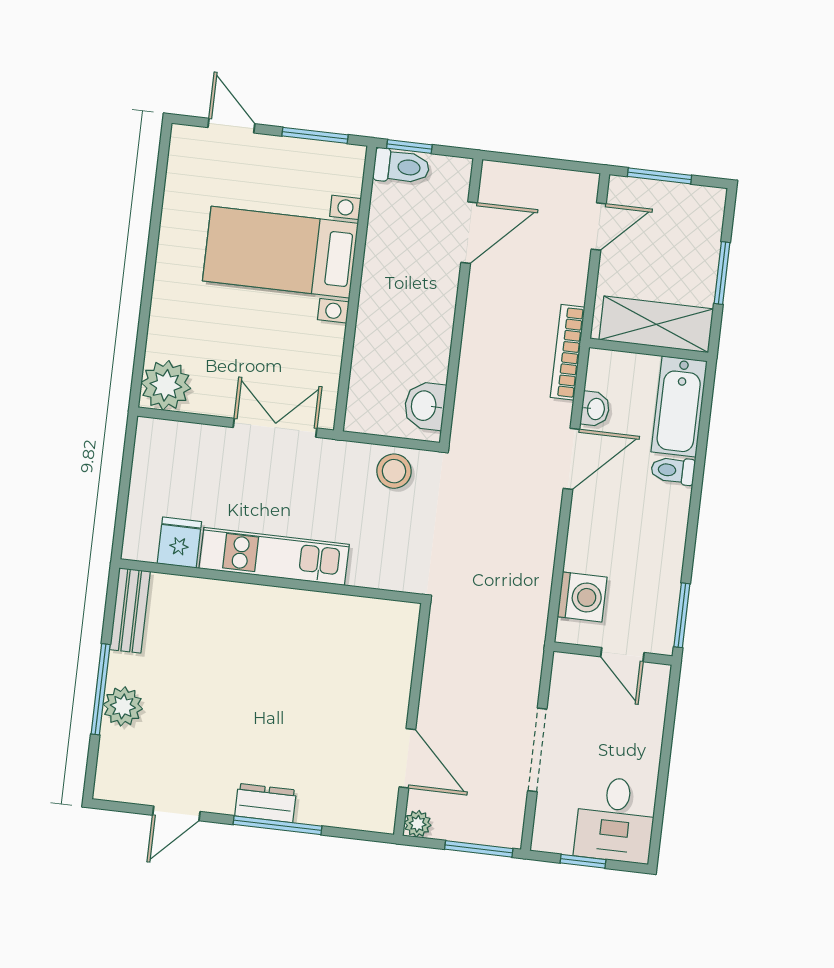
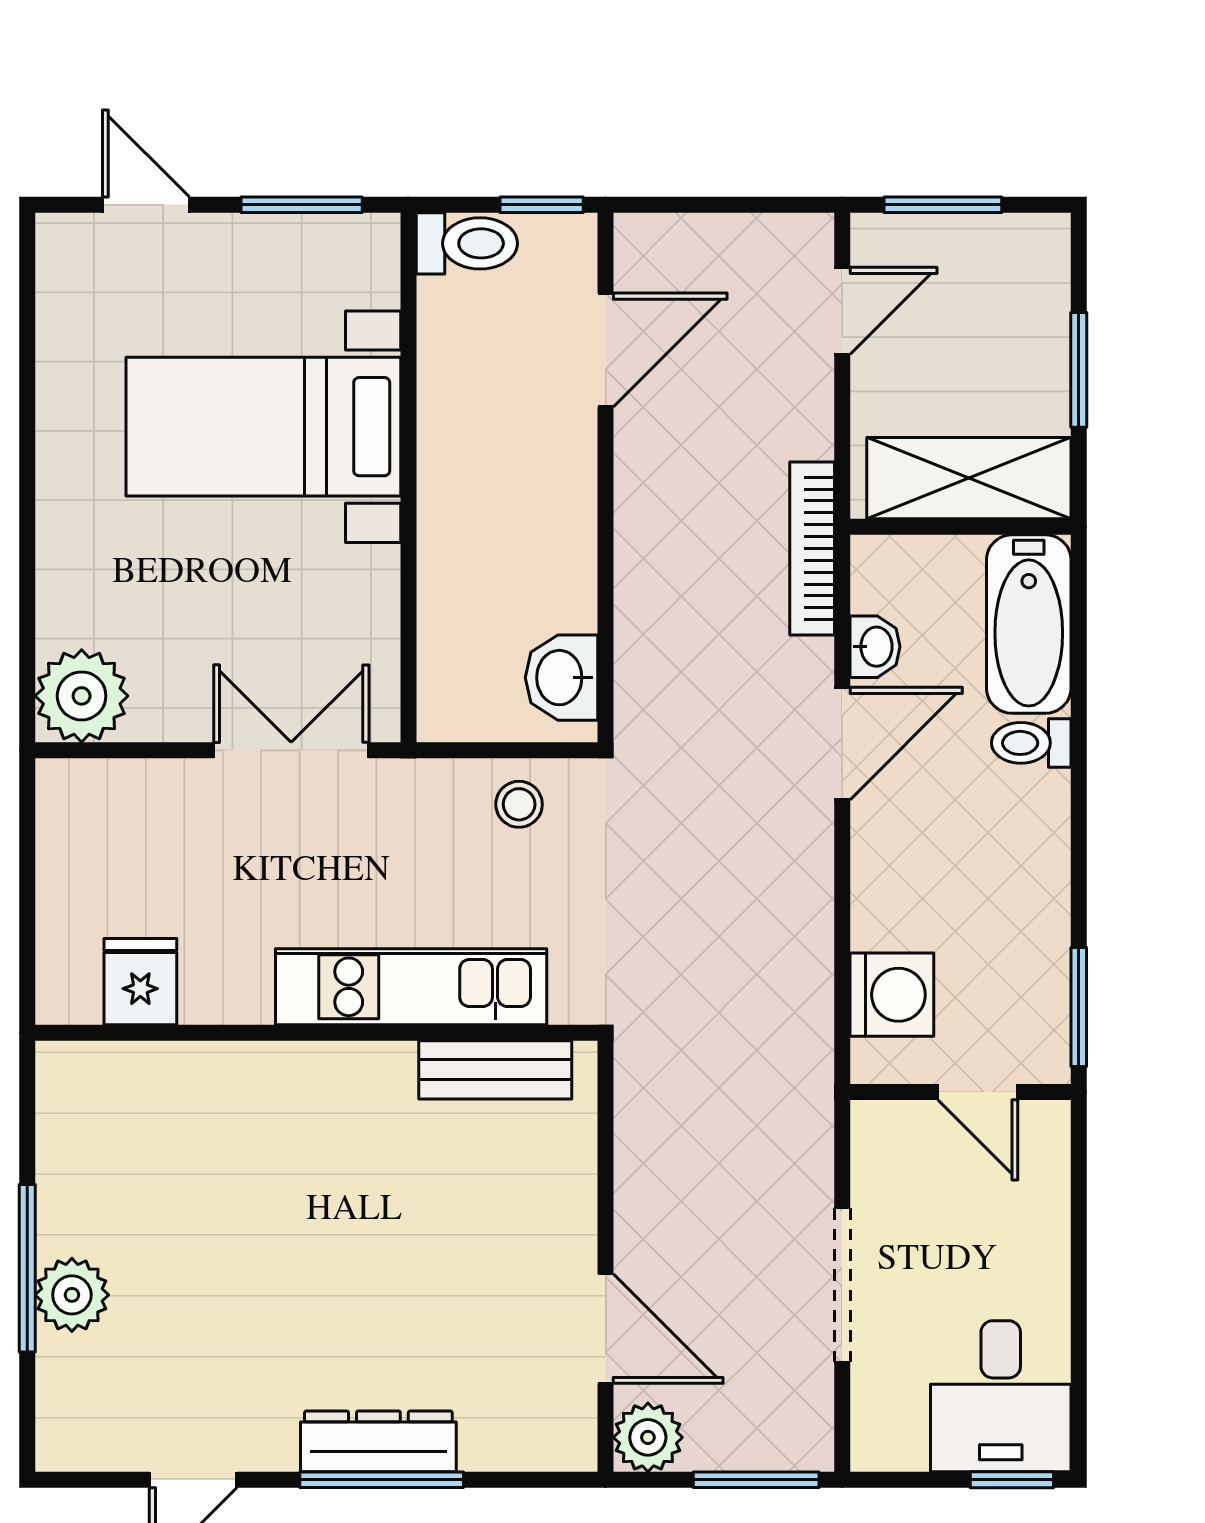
window: (409, 146) -> (542, 205), moved
stool: (394, 471) -> (519, 804), width x0.73, depth x0.73
kitchen unit: (274, 556) -> (411, 987), moved
bench: (130, 610) -> (495, 1070), moved, turned 90
dresser: (266, 803) -> (378, 1441), width x1.44
plant: (418, 824) -> (648, 1437), width x1.38, depth x1.38
window: (583, 861) -> (1012, 1480), moved

